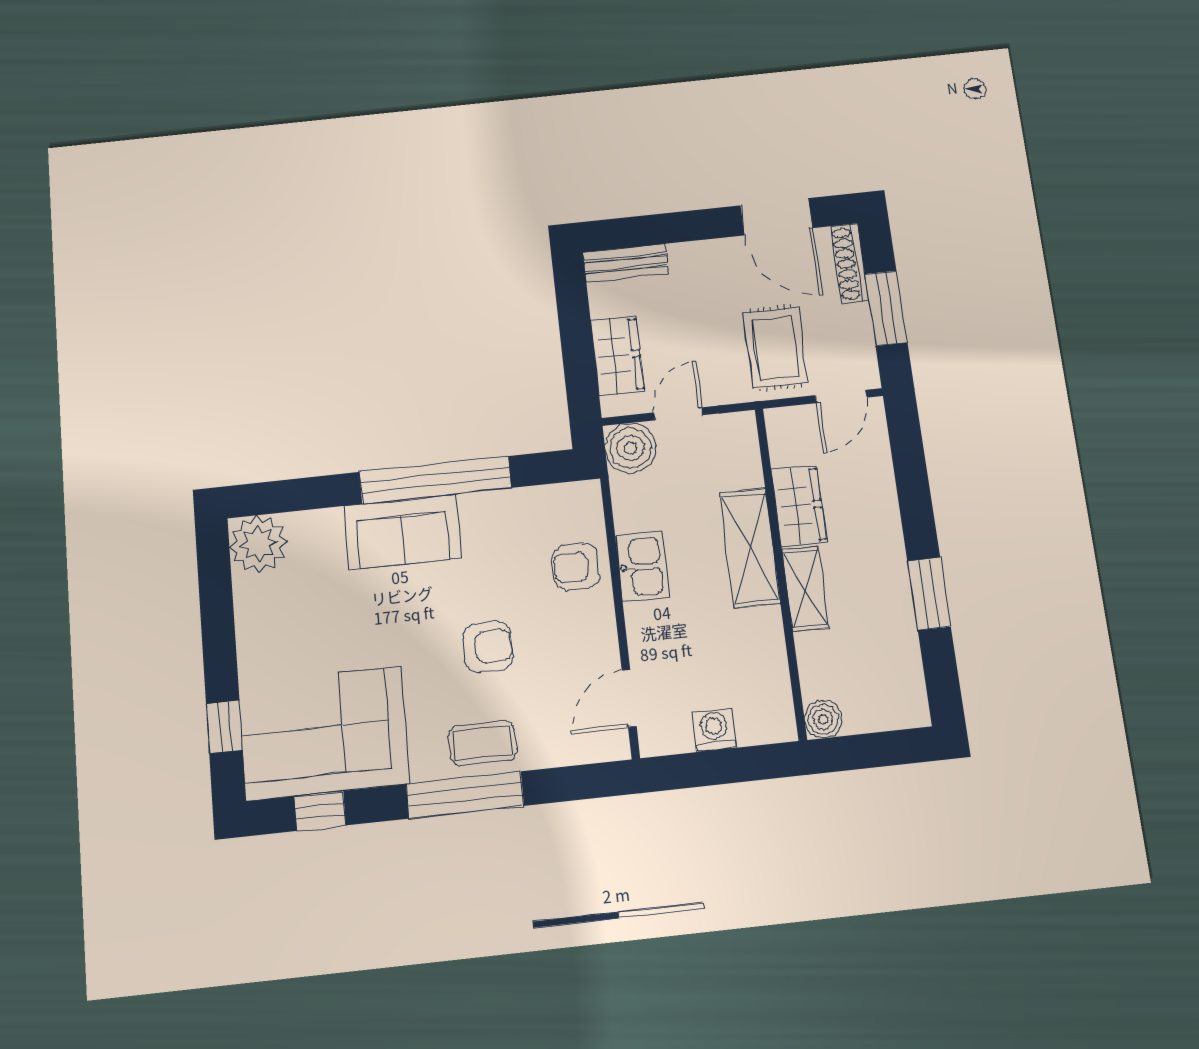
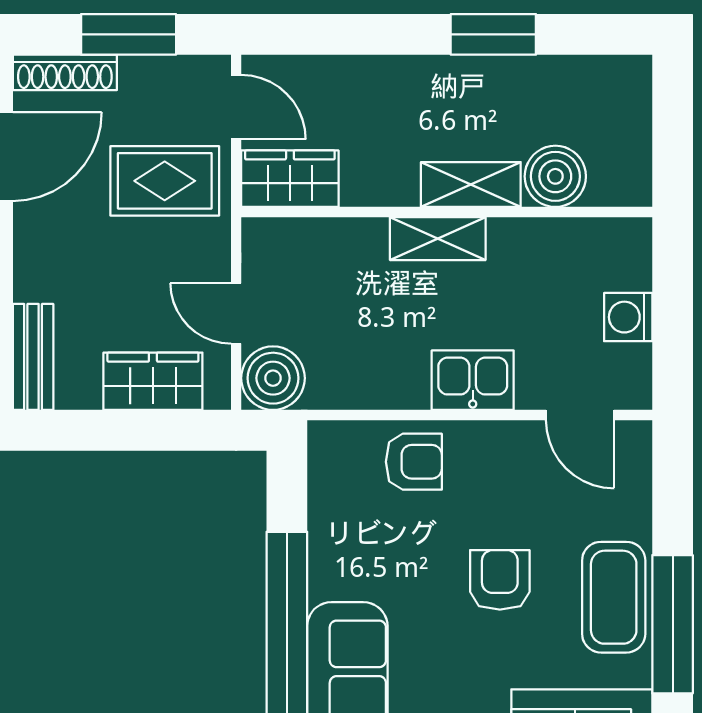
wardrobe: (799, 506) -> (290, 179), moved
shelving: (750, 548) -> (438, 239), width x0.67, depth x0.75
kitchen sink: (643, 566) -> (473, 380), moved
armchair: (576, 567) -> (414, 462), turned -90
boiler: (823, 719) -> (555, 176), moved, width x1.36, depth x1.36
coffee table: (483, 743) -> (614, 597), width x1.36, depth x1.30

